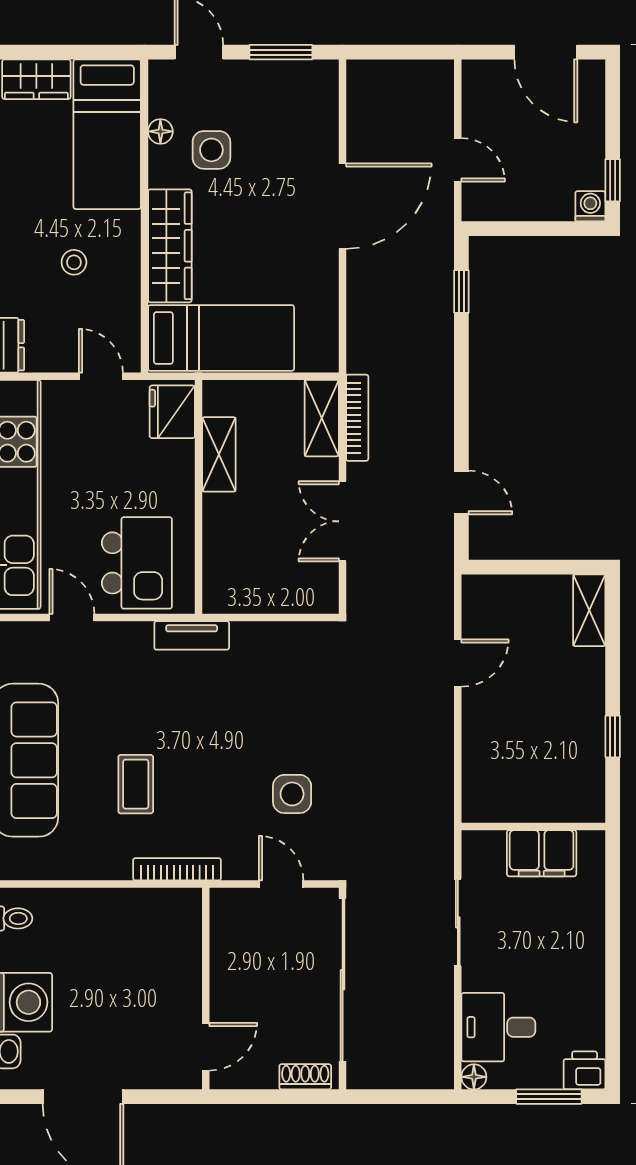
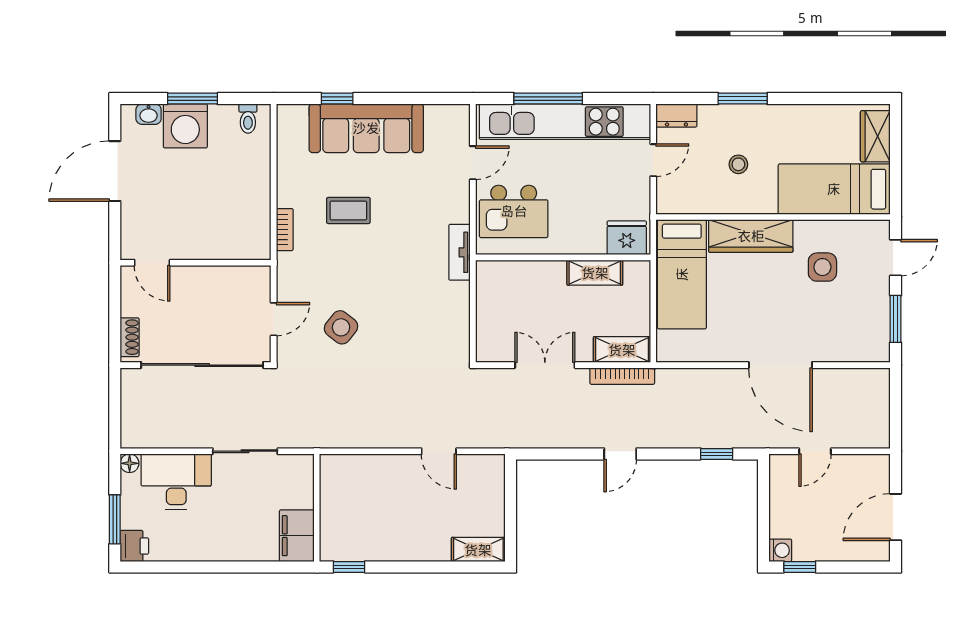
floor lamp: (160, 131) -> (836, 229), removed
door: (101, 376) -> (653, 160), moved
door: (461, 492) -> (620, 454), moved
window: (613, 737) -> (349, 567), moved
side table: (292, 794) -> (341, 327), turned 38
filing cabinet: (542, 853) -> (297, 536), moved
bookcase: (177, 869) -> (285, 230), width x0.64
desk: (498, 1027) -> (176, 482), width x1.37

